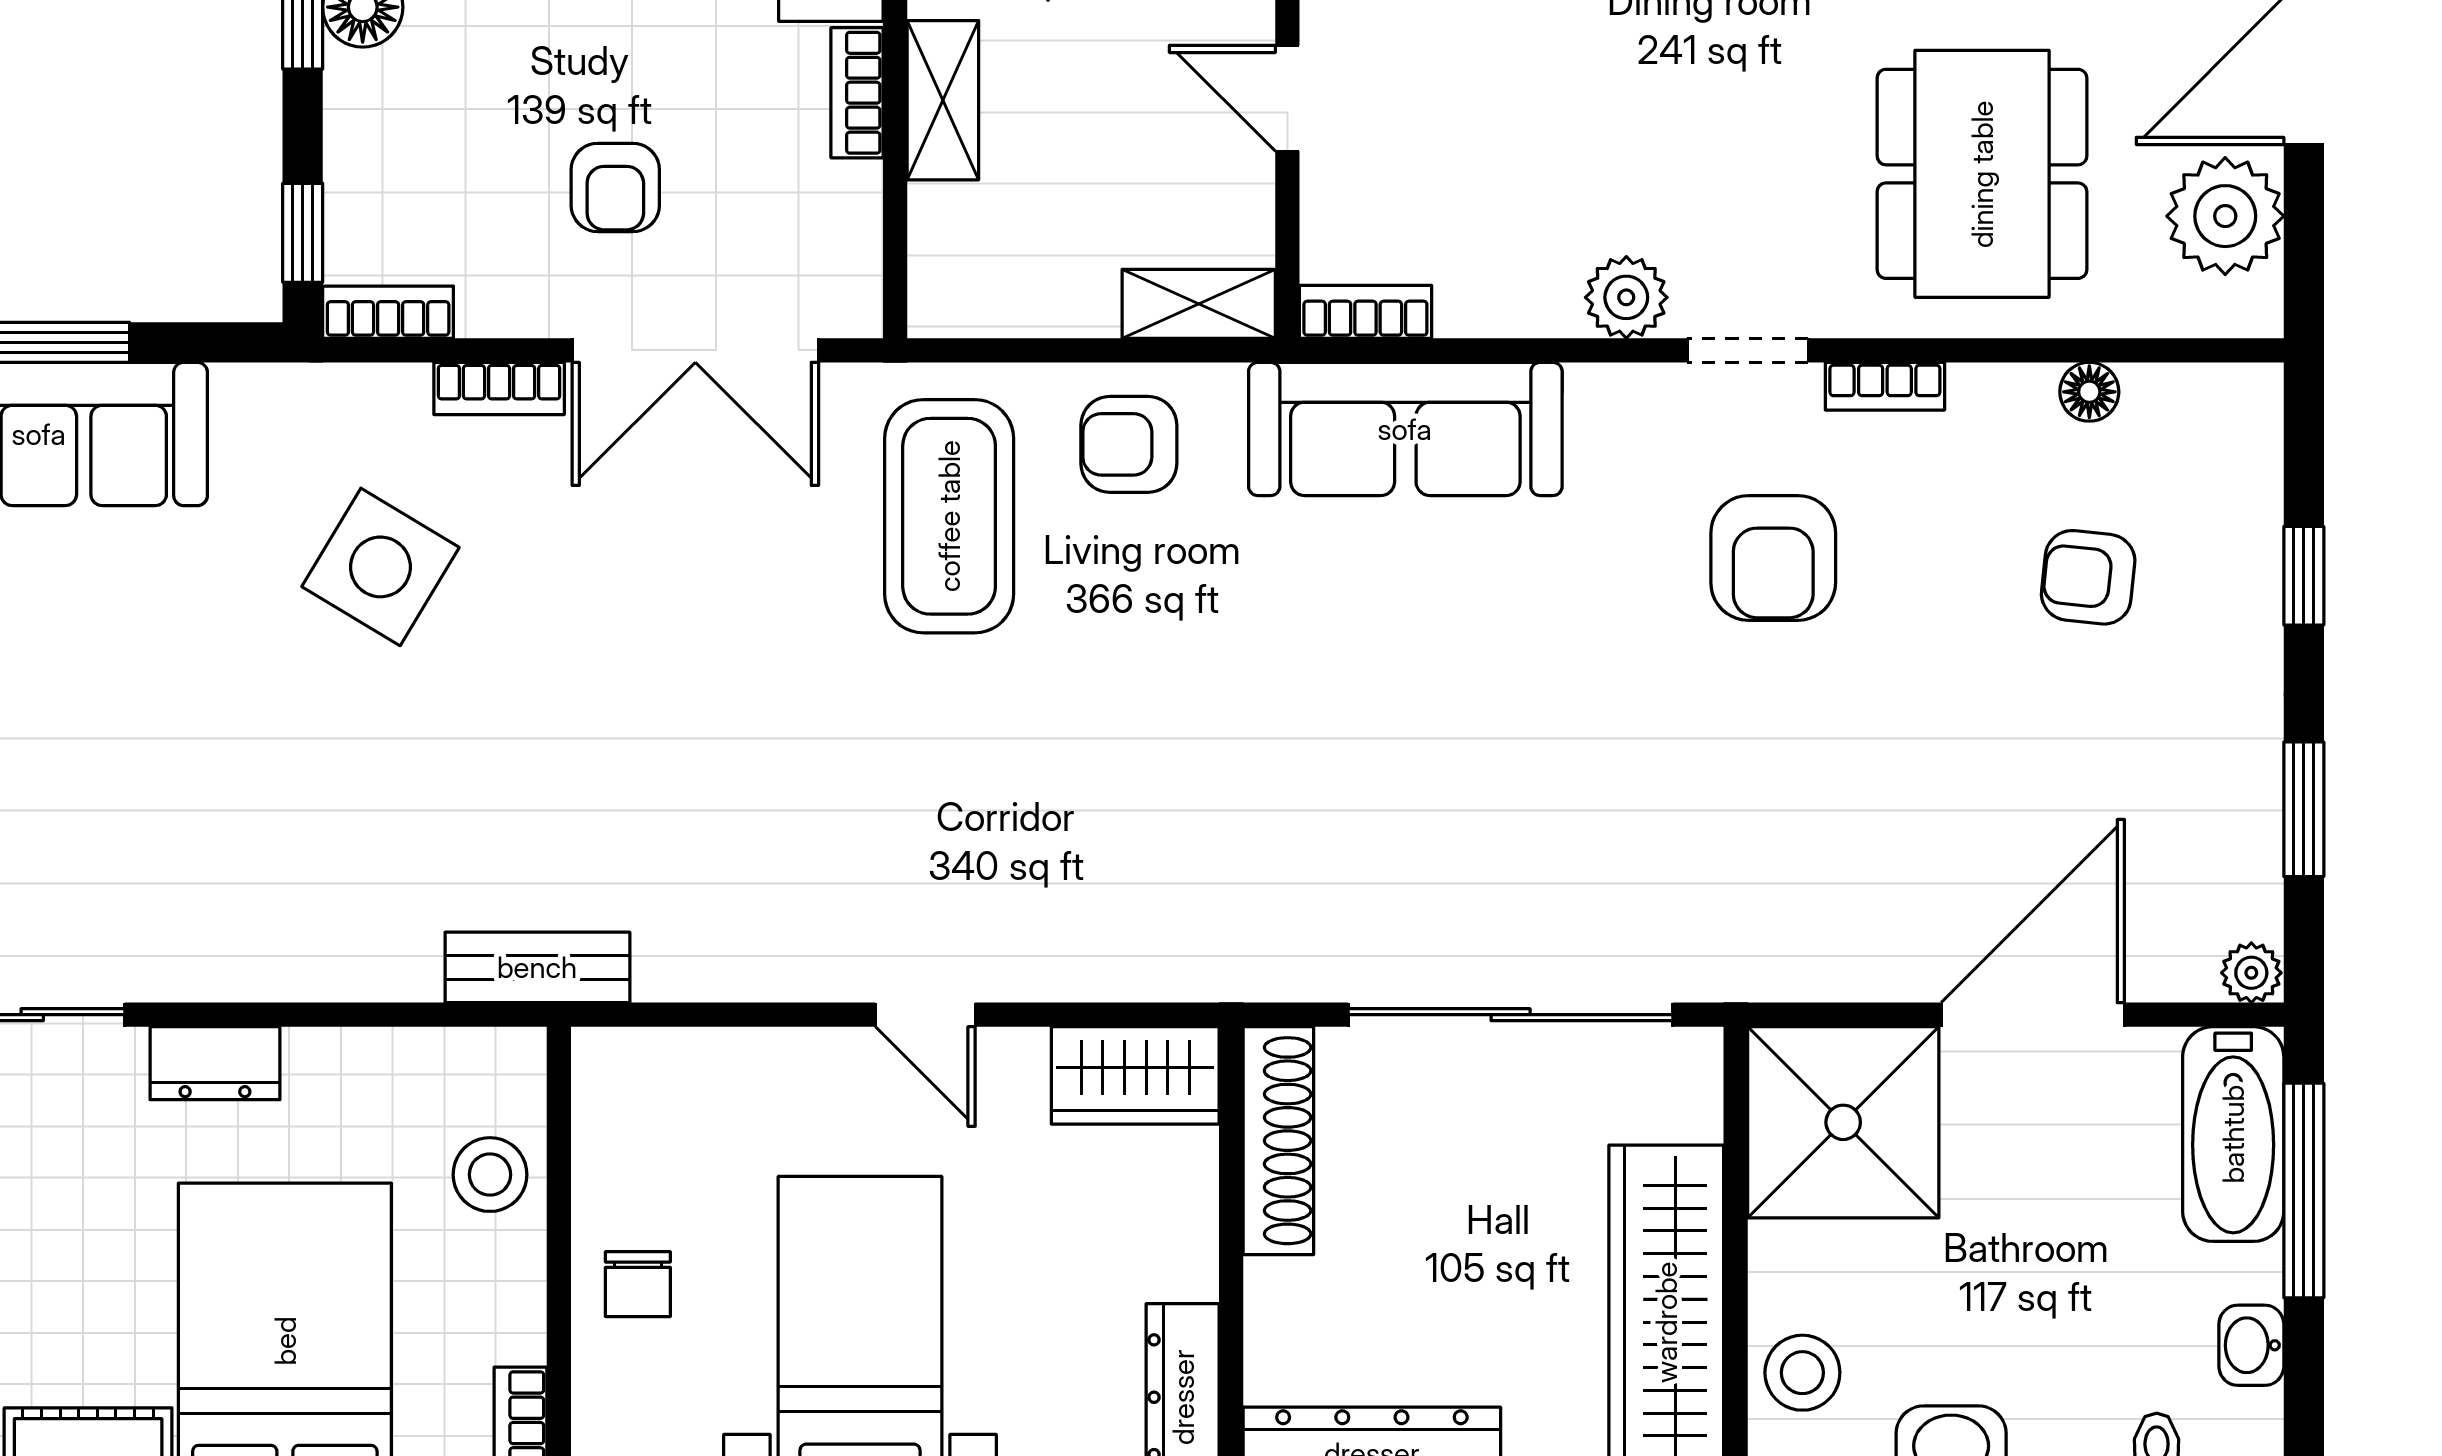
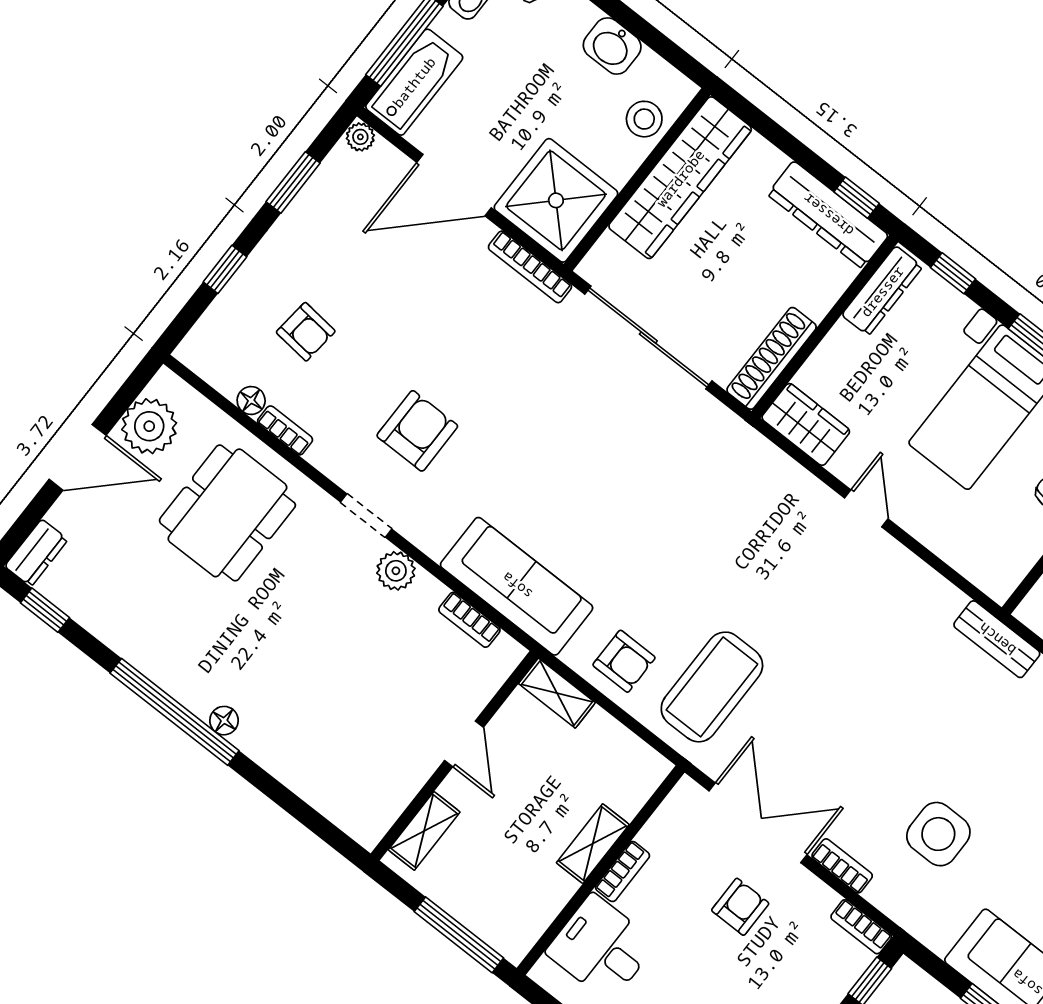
bookcase: (1365, 312) -> (469, 620), moved
bookcase: (1885, 386) -> (285, 430), moved
side table: (380, 567) -> (938, 834), turned -31
bookcase: (1800, 978) -> (530, 267), added

